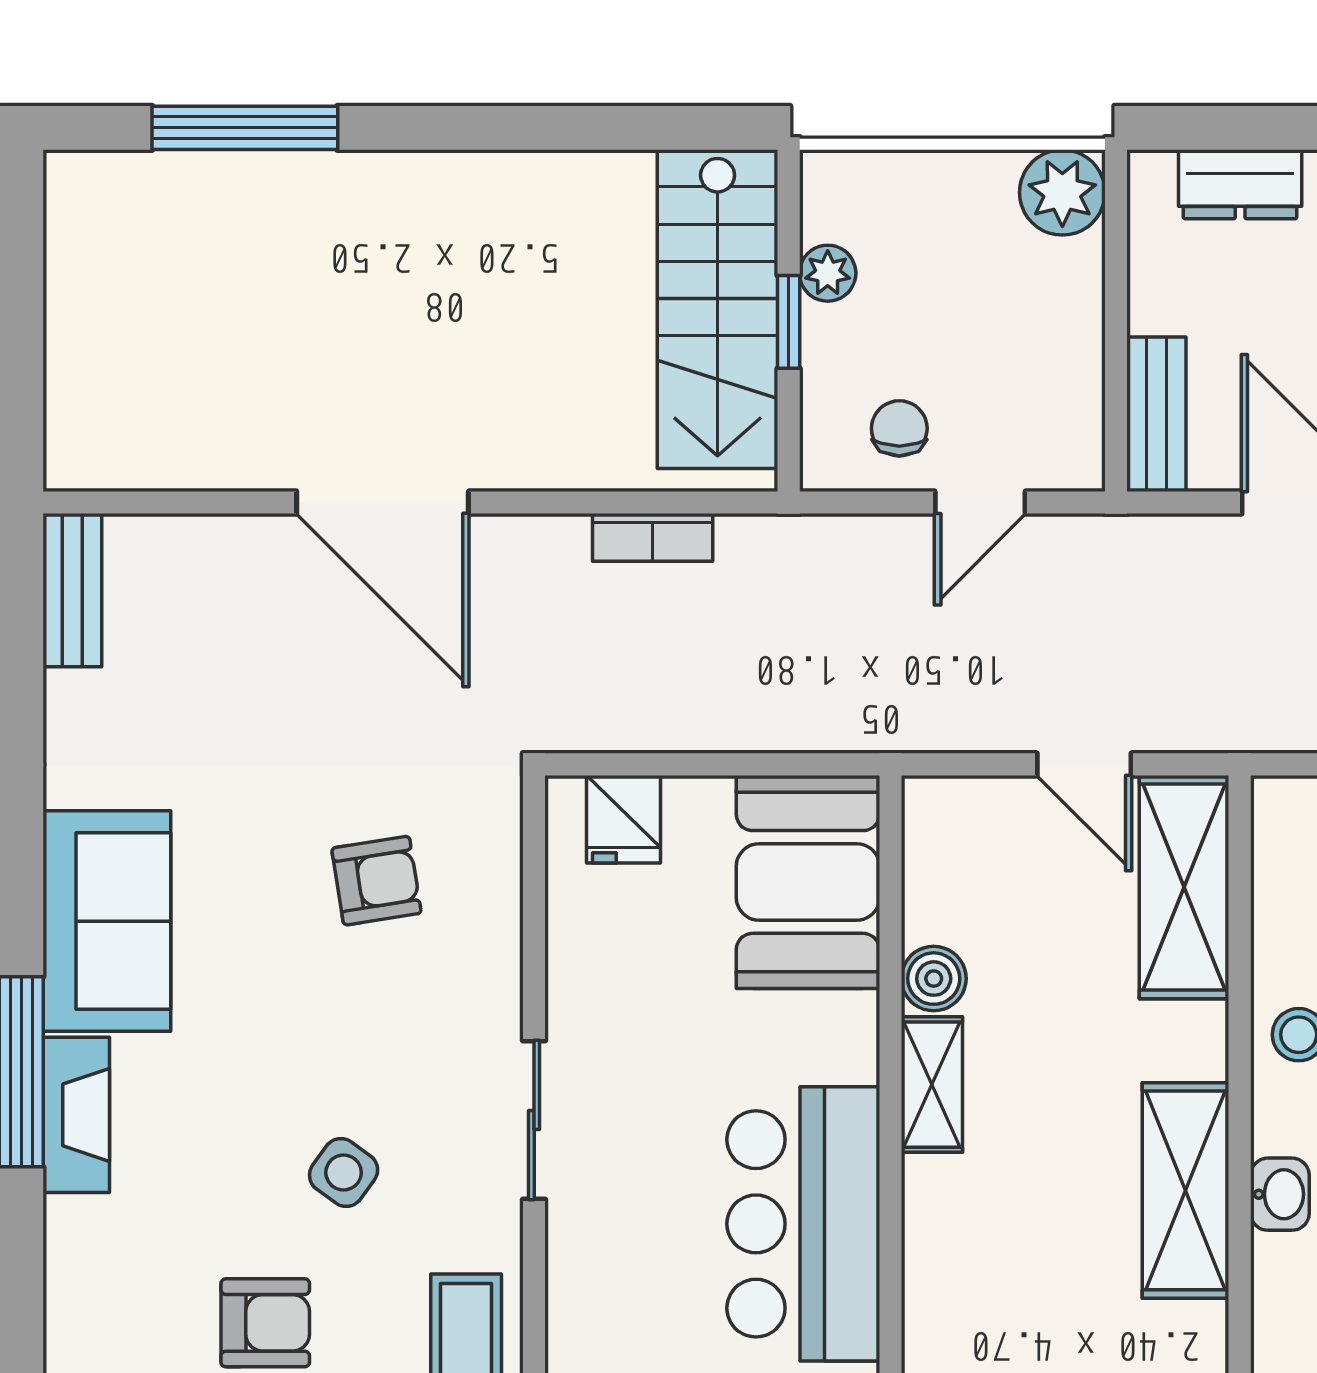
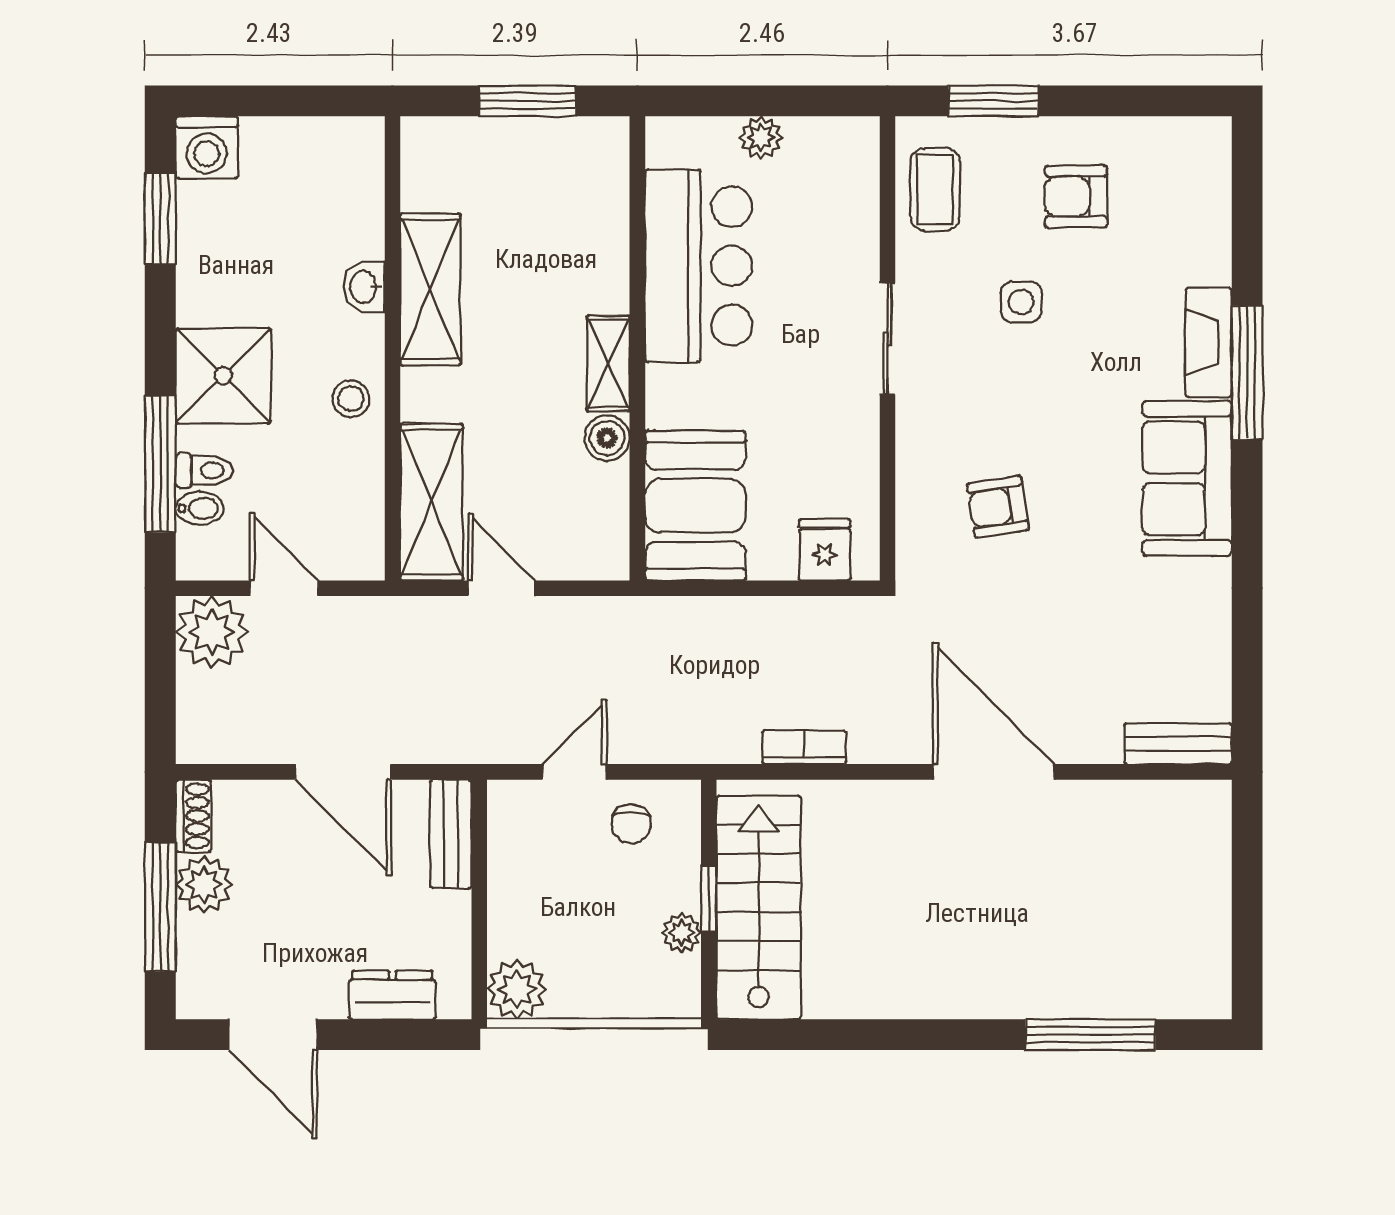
bench: (72, 590) -> (1178, 744), moved, turned 90
side table: (344, 1173) -> (1021, 302), turned -36

